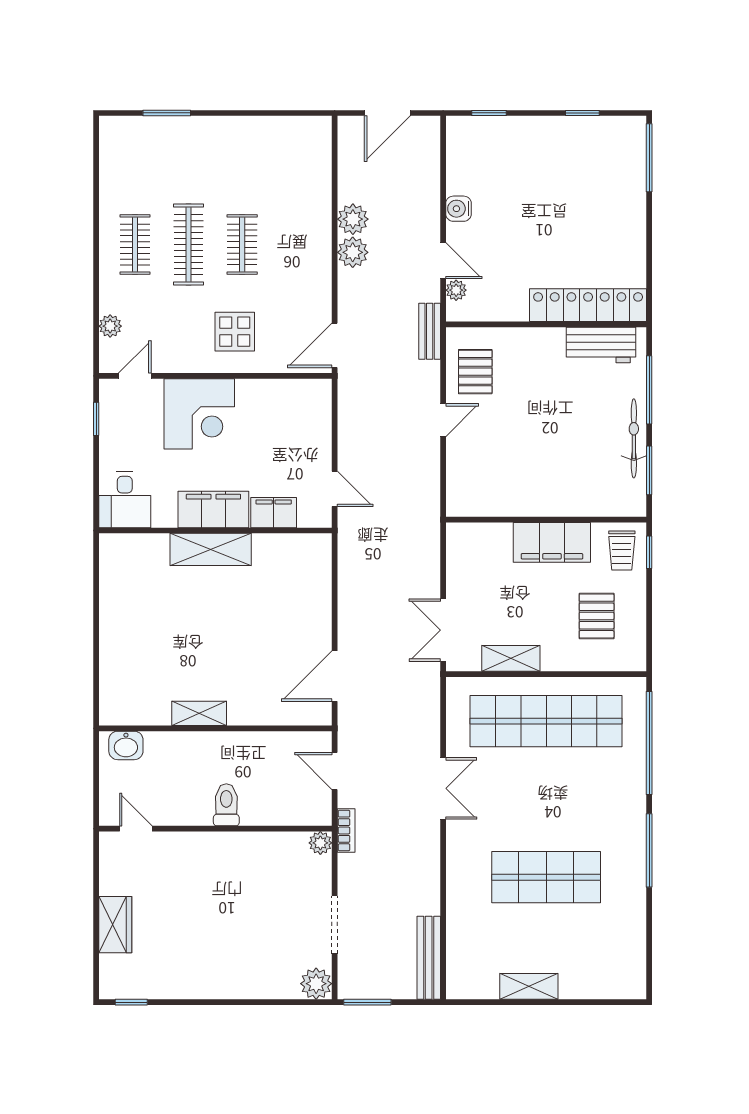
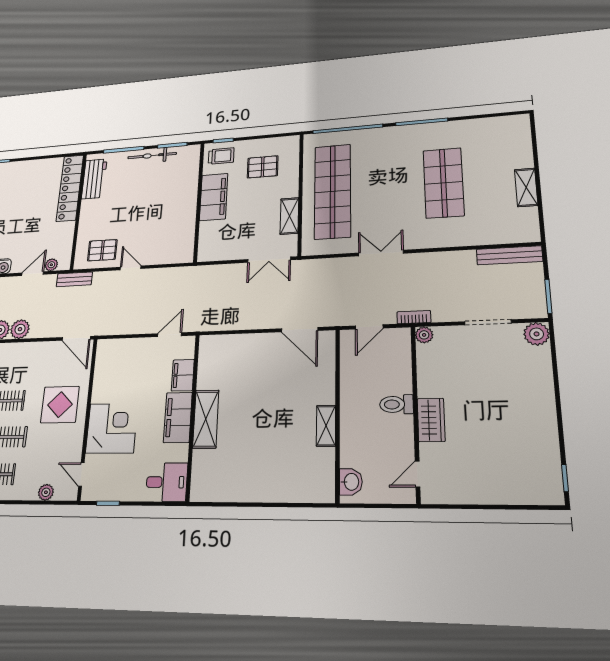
display table: (235, 332) -> (60, 405), width x1.36, depth x1.36
wardrobe: (115, 925) -> (431, 420), moved, turned 90

